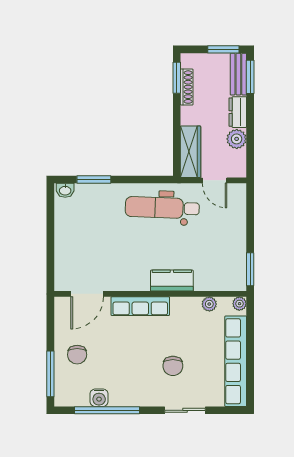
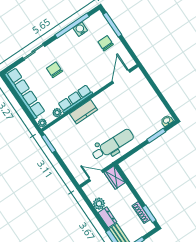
wardrobe: (190, 152) -> (115, 178), width x0.67
row of seats: (140, 306) -> (75, 99), moved

